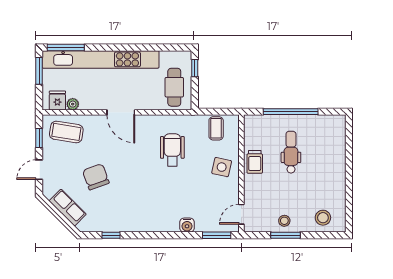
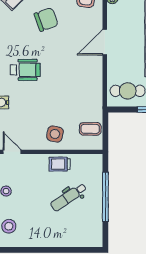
wheelchair: (172, 150) -> (25, 70), moved
dental chair: (291, 152) -> (69, 197), turned 146

